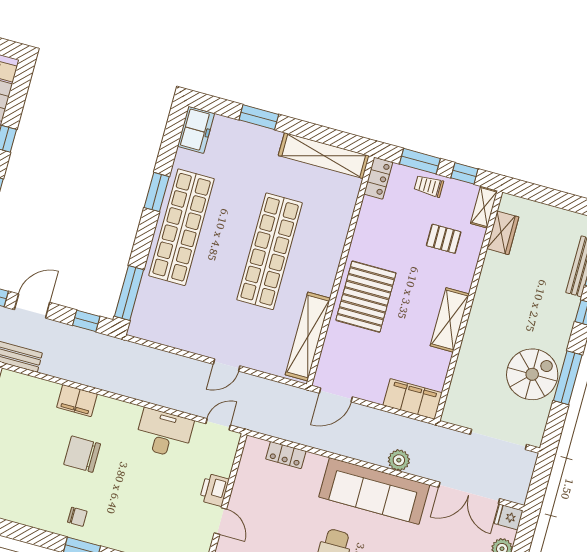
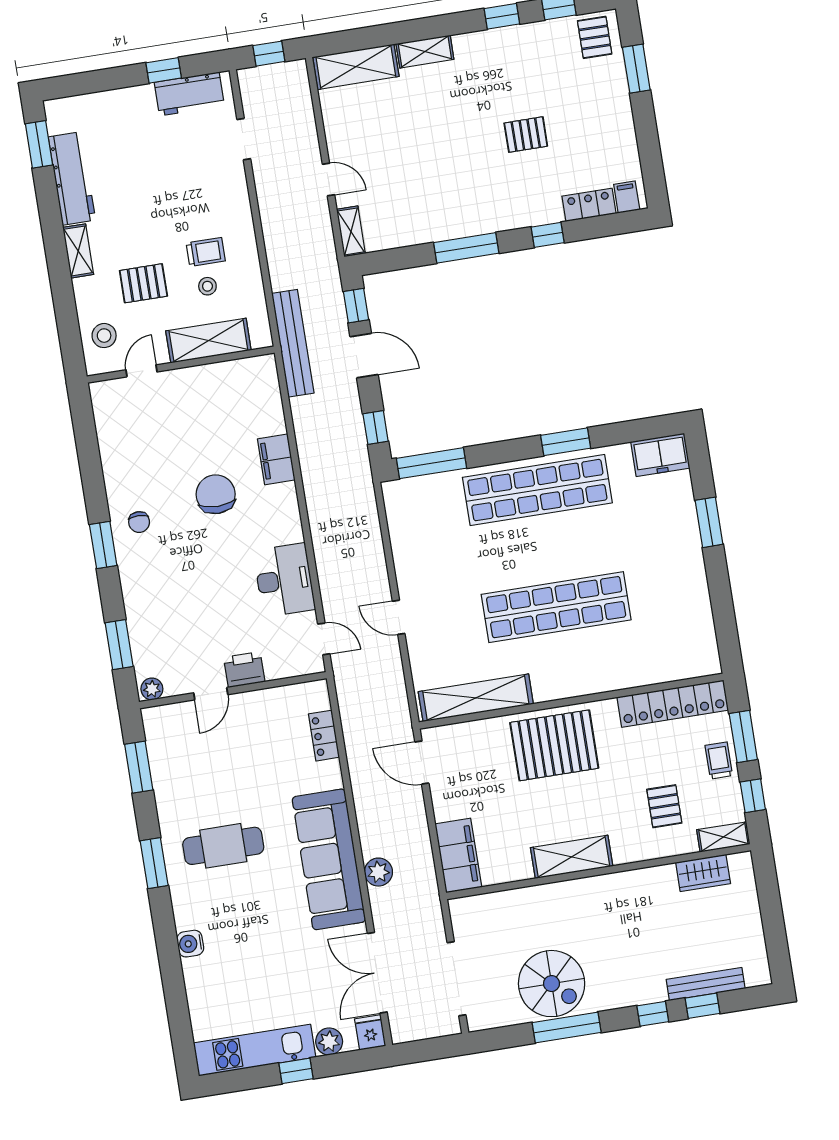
shelving: (324, 156) -> (698, 620), removed
locker: (378, 178) -> (673, 704), width x2.16, depth x1.21

